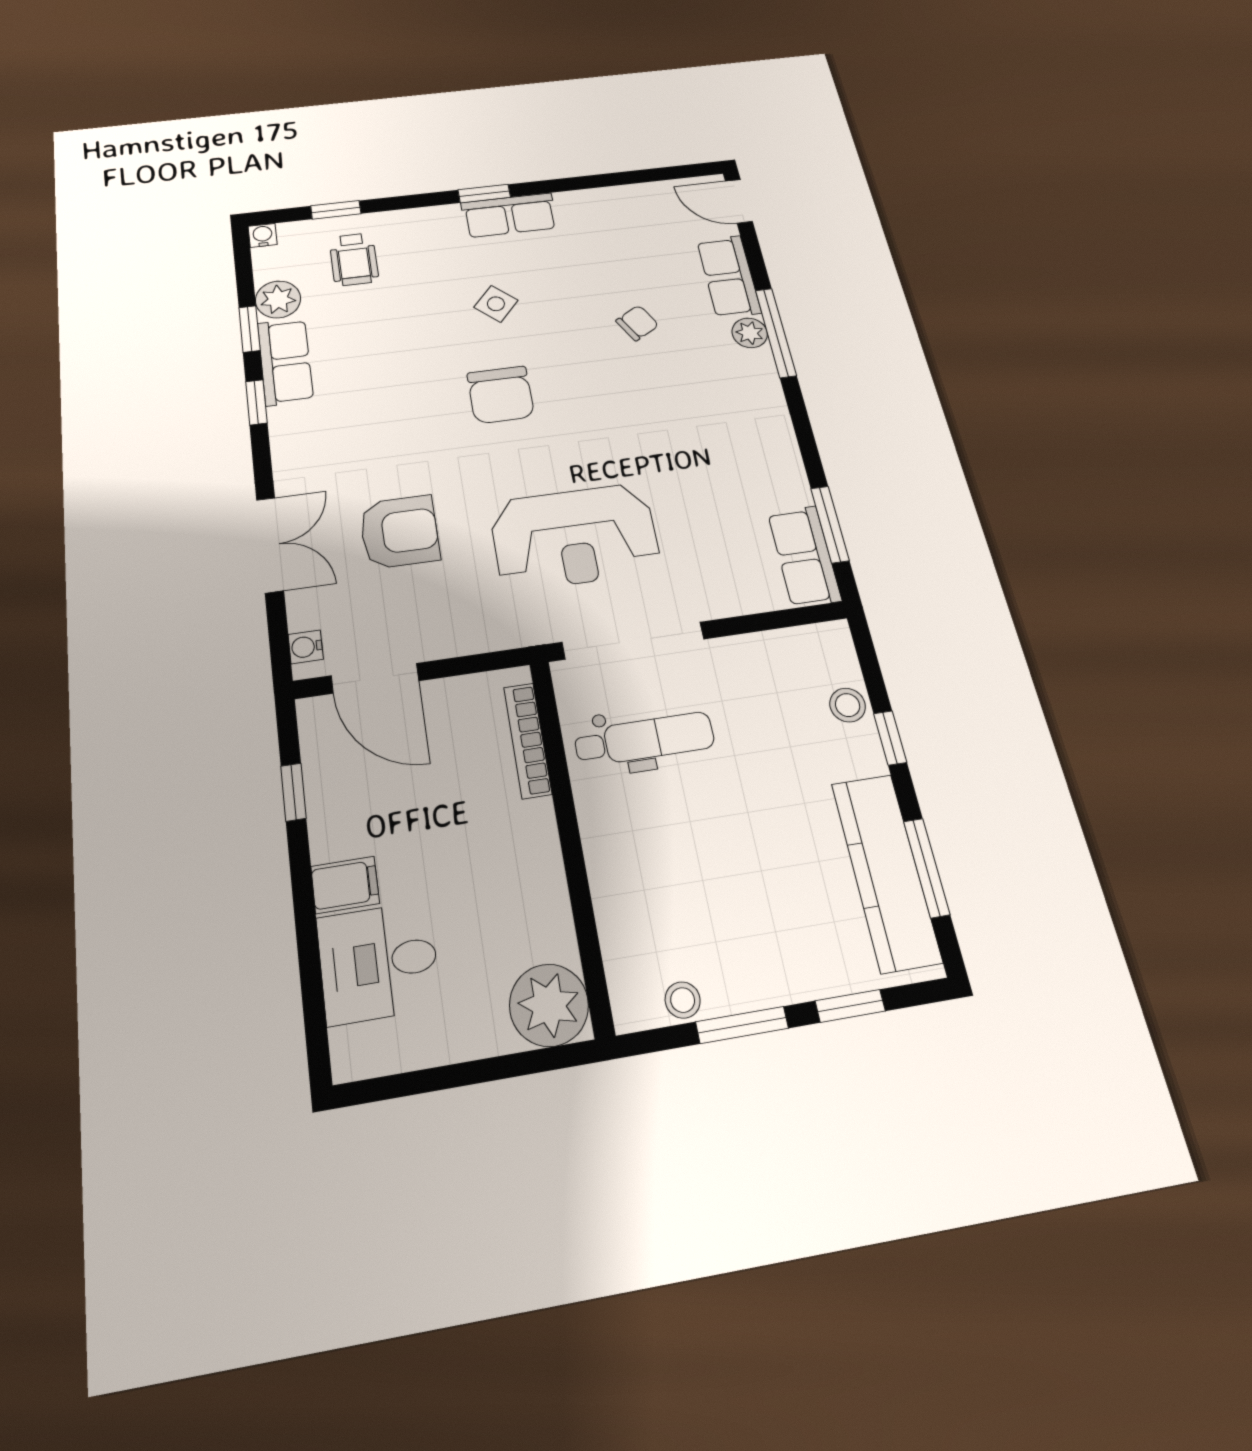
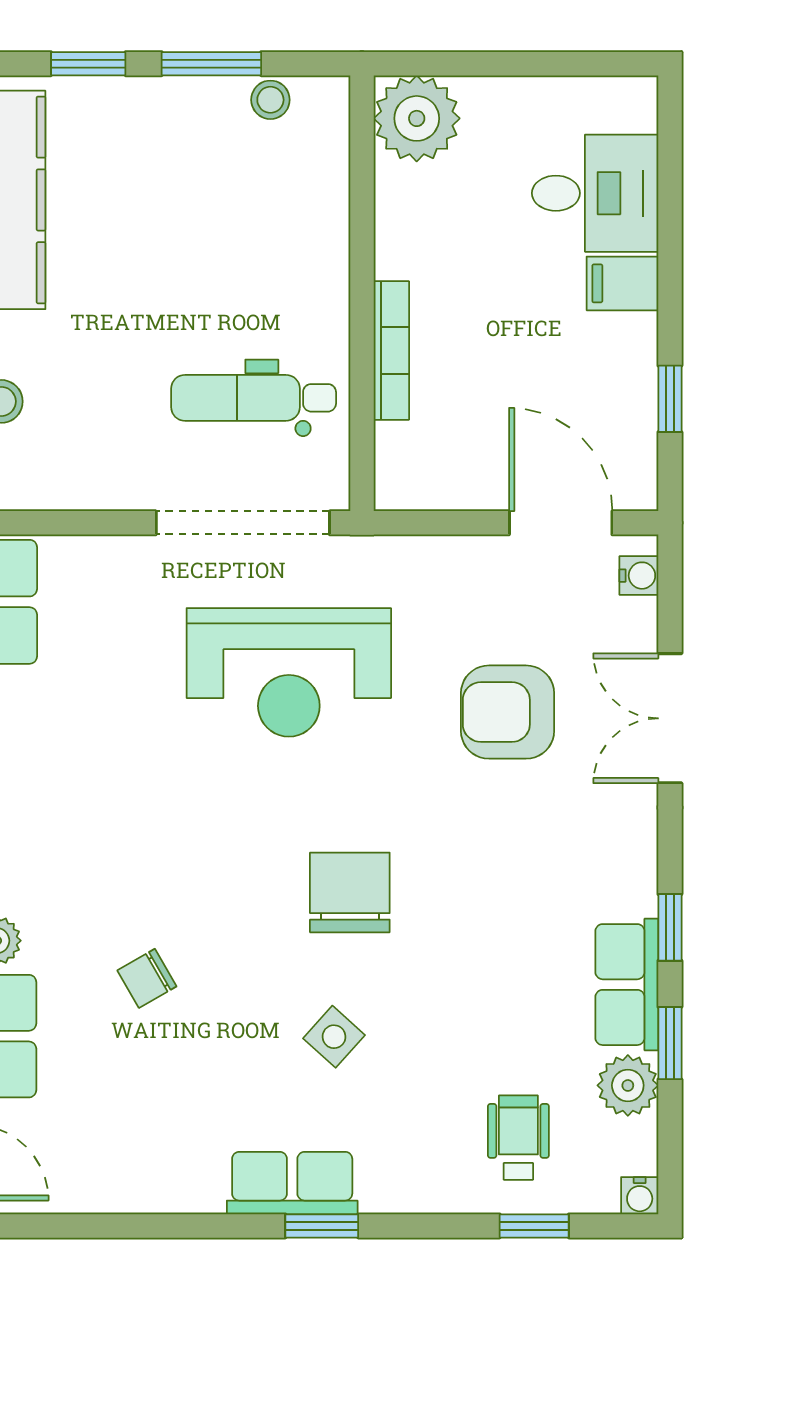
reception desk: (575, 537) -> (289, 672), turned 180
bookcase: (528, 740) -> (391, 351), moved

